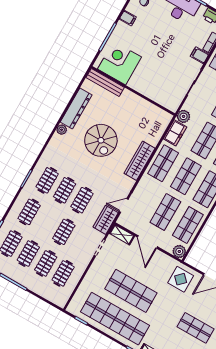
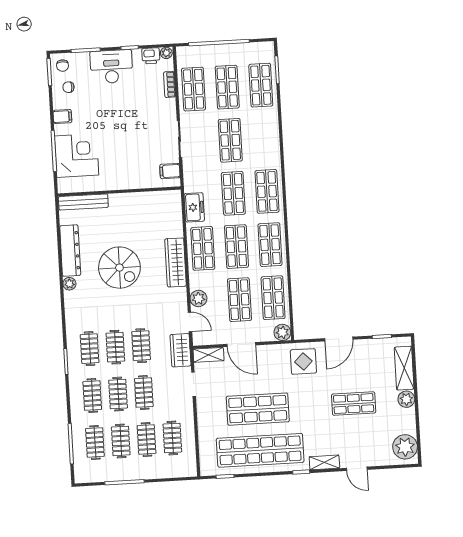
filing cabinet: (200, 55) -> (170, 171), moved
corner desk: (119, 63) -> (77, 156), moved, turned 90
plant: (184, 116) -> (198, 299), moved
door: (124, 205) -> (190, 322), swing flipped
clothes rail: (46, 222) -> (118, 394), added

